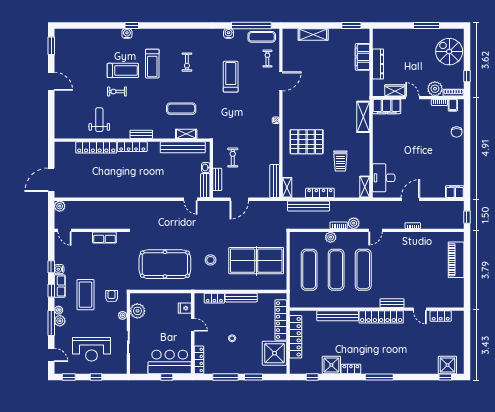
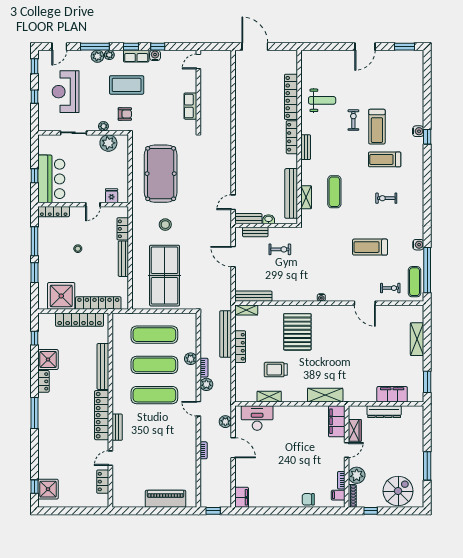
treadmill: (231, 77) -> (370, 247), turned 180
shelving: (365, 187) -> (269, 397), moved
plant: (60, 206) -> (225, 422), moved

